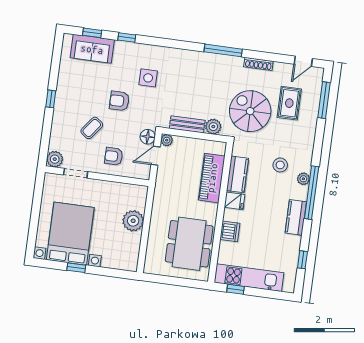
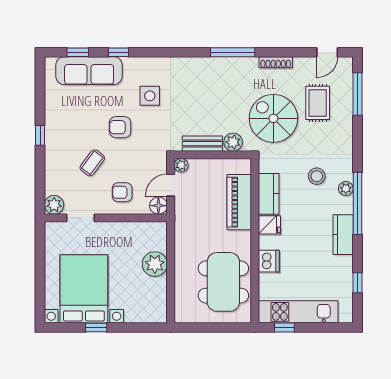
sofa: (92, 49) -> (89, 71), width x1.36
floor lamp: (148, 137) -> (158, 206), moved

